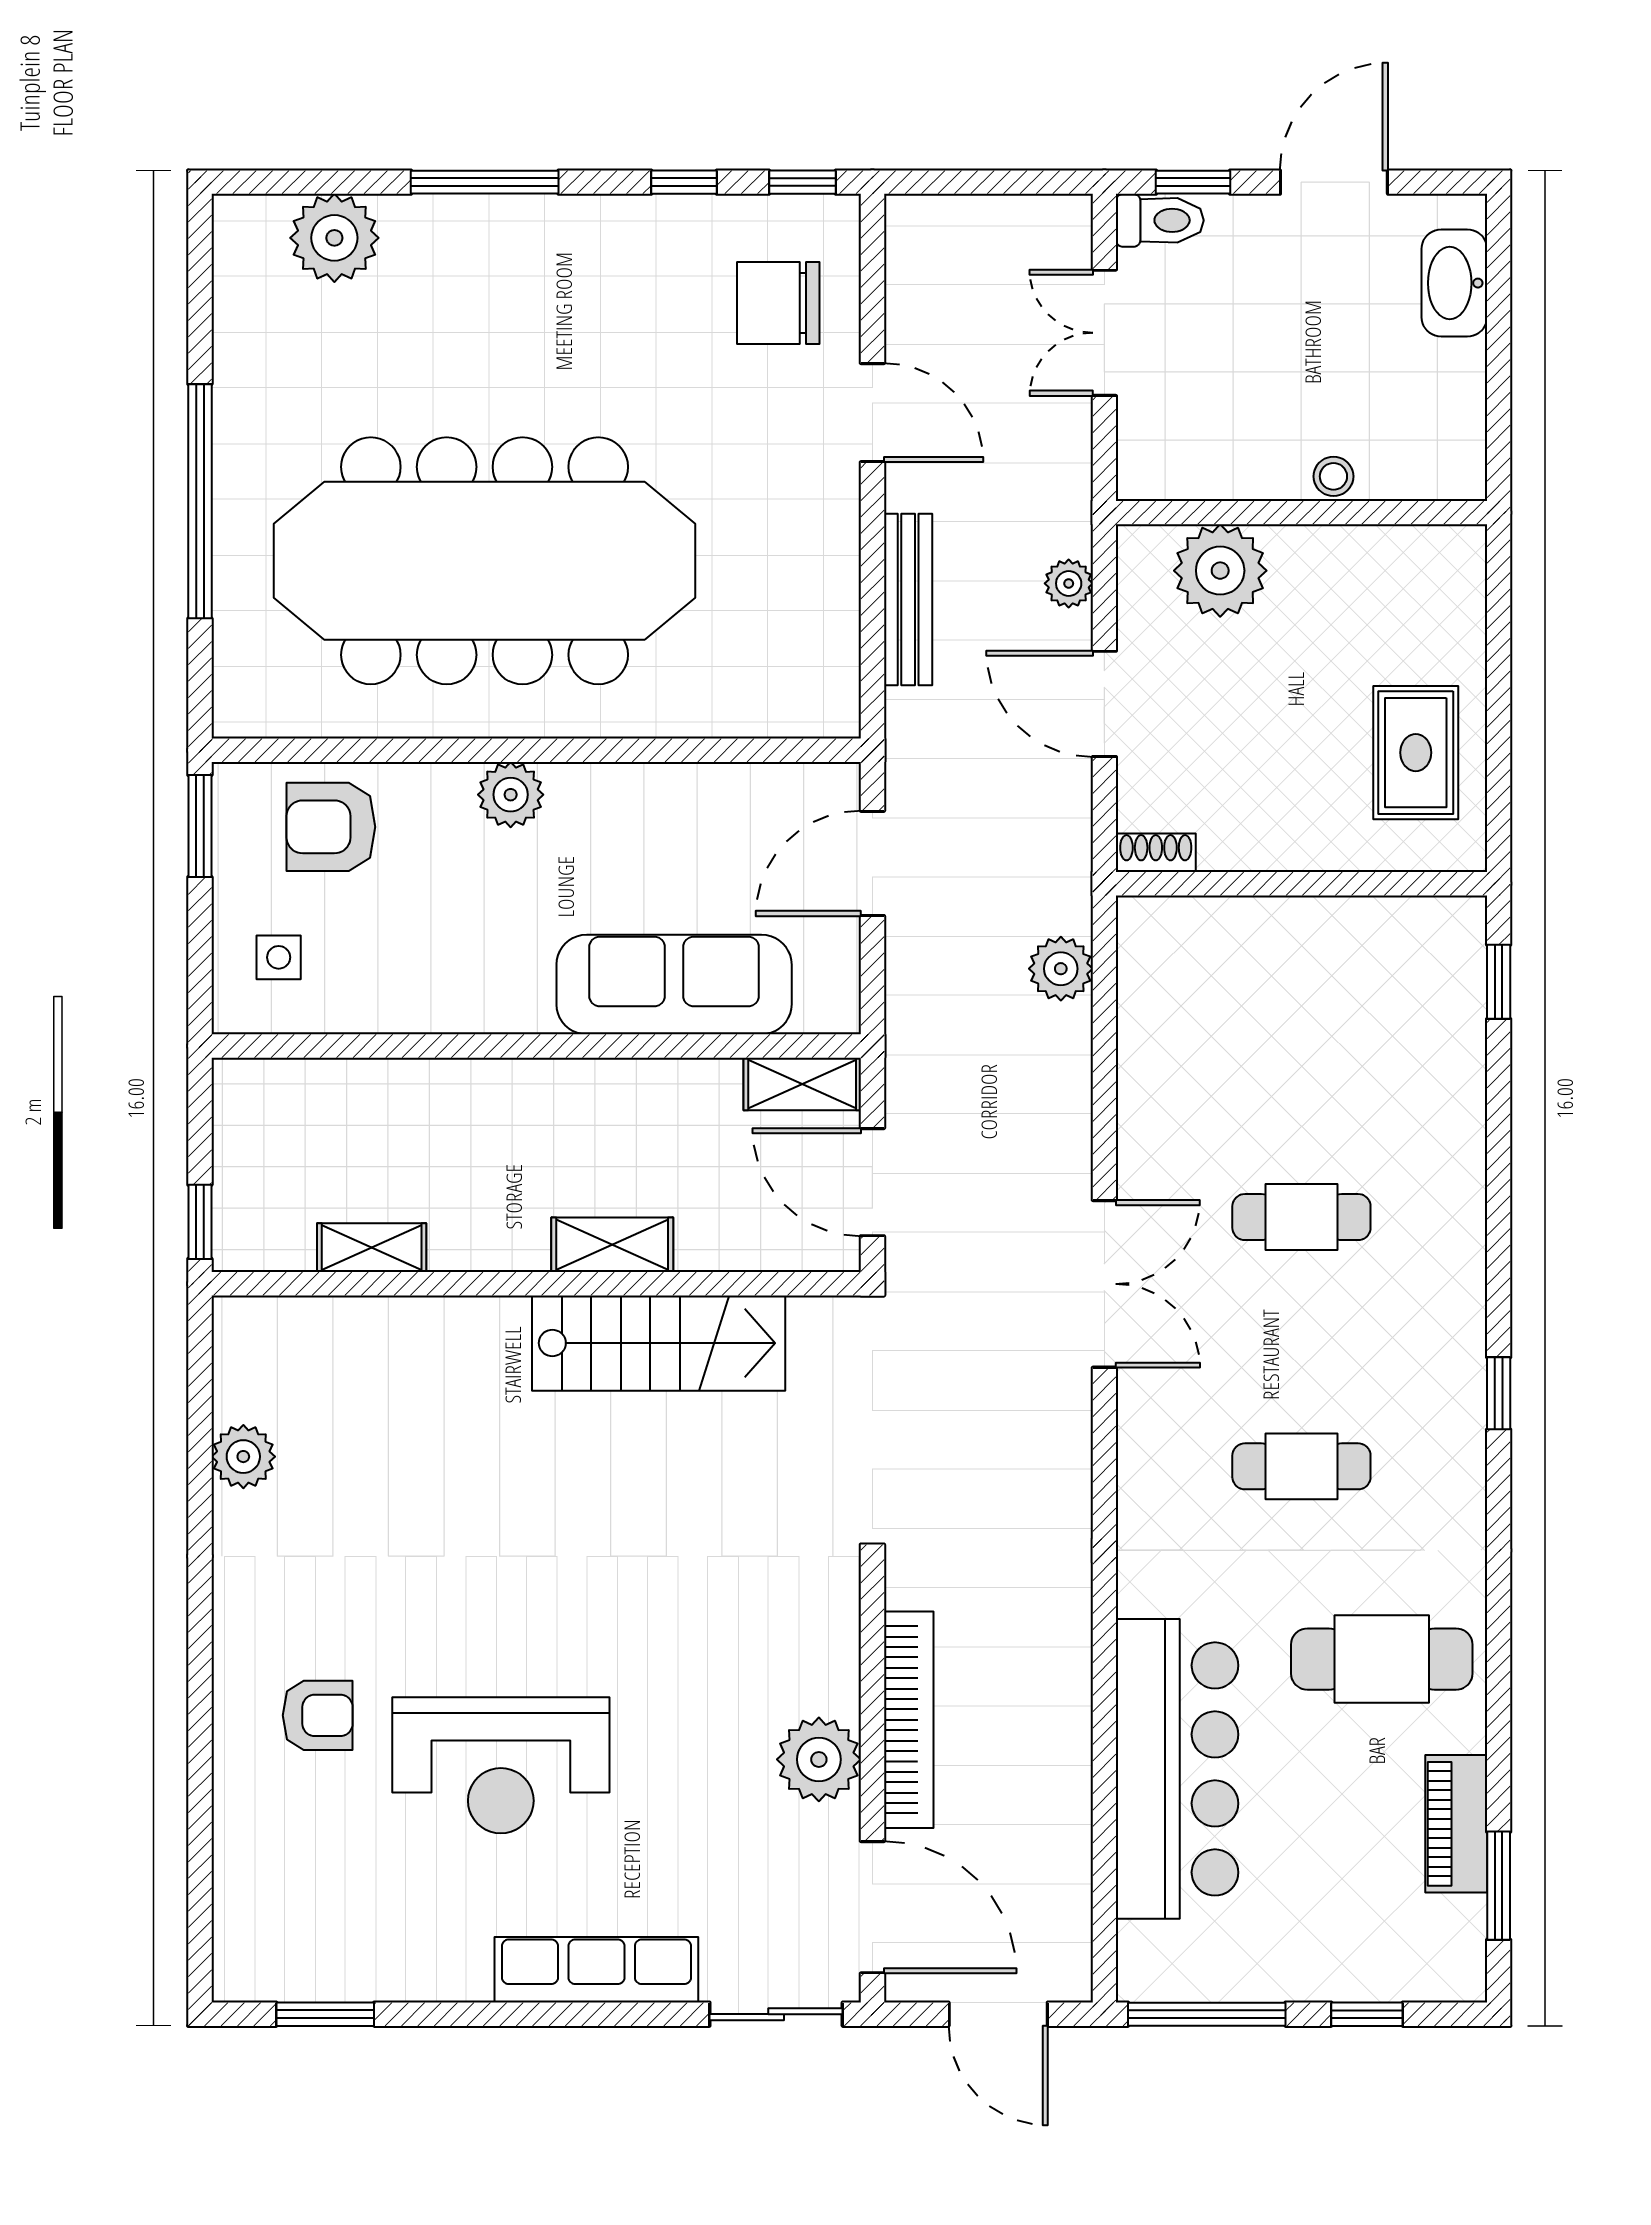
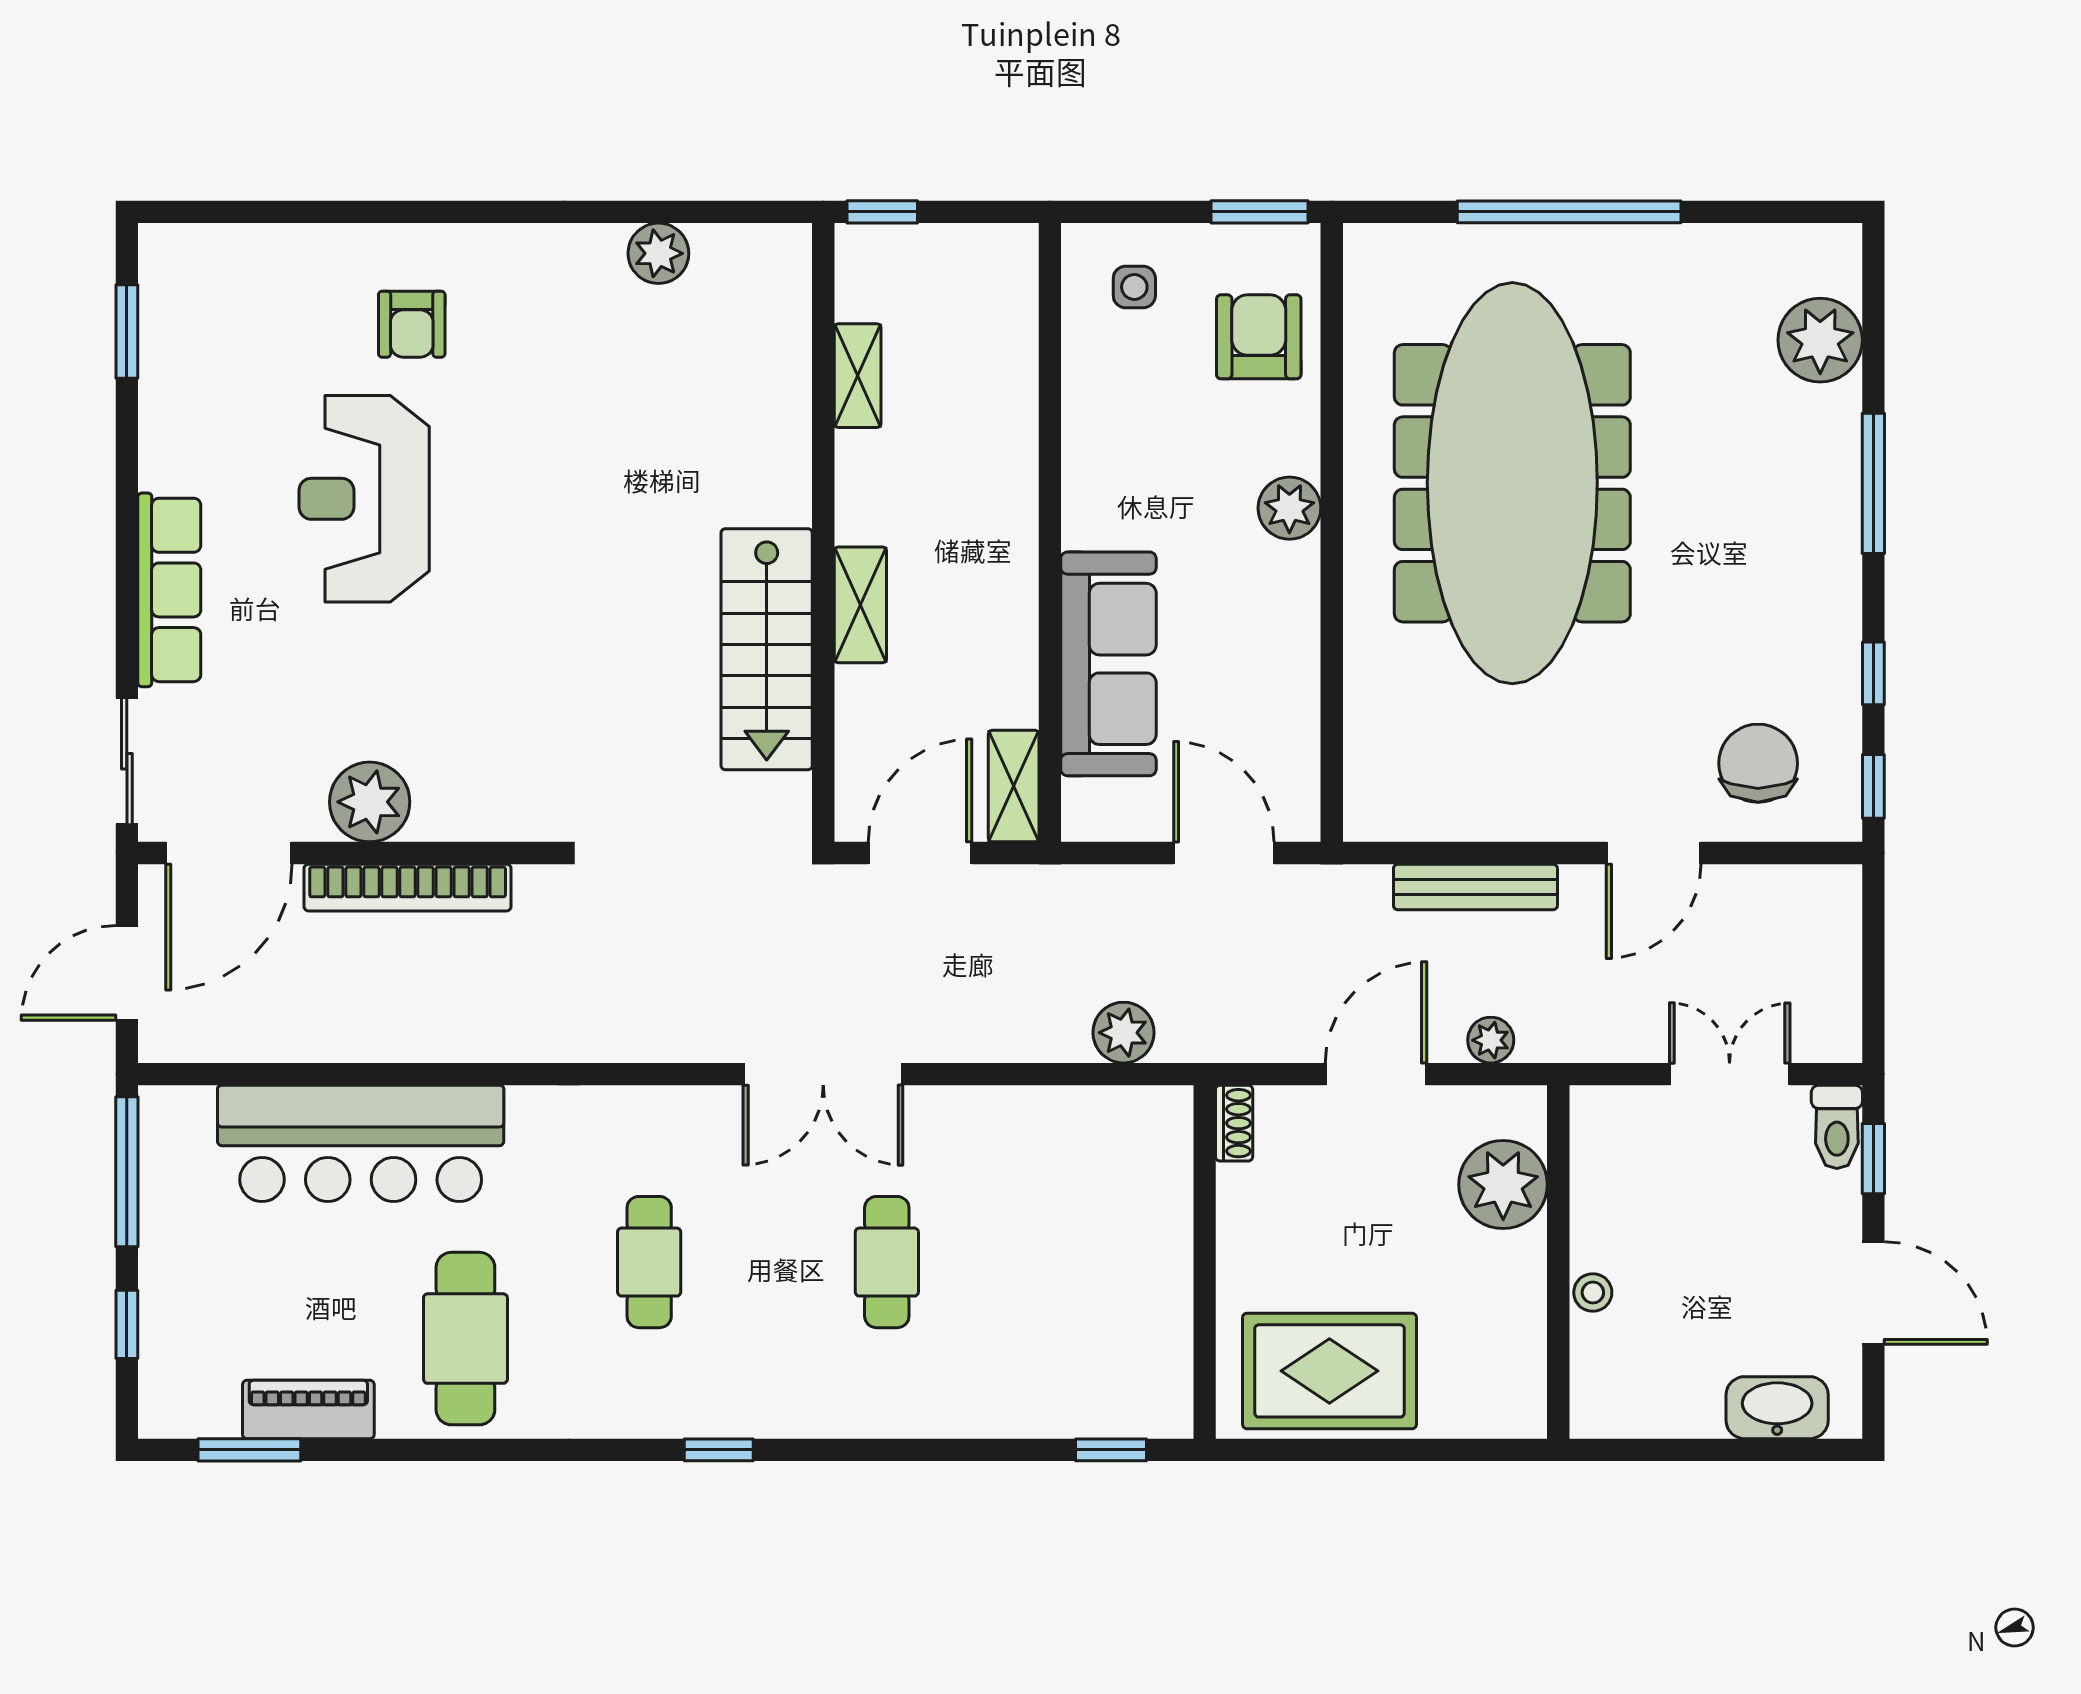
rug: (1416, 753) -> (1329, 1371), width x1.36, depth x1.43

